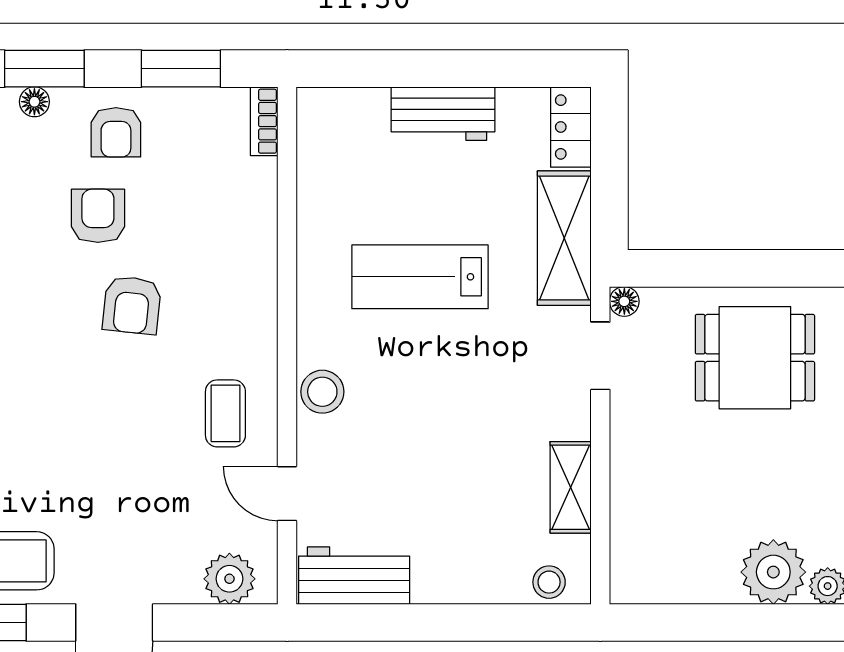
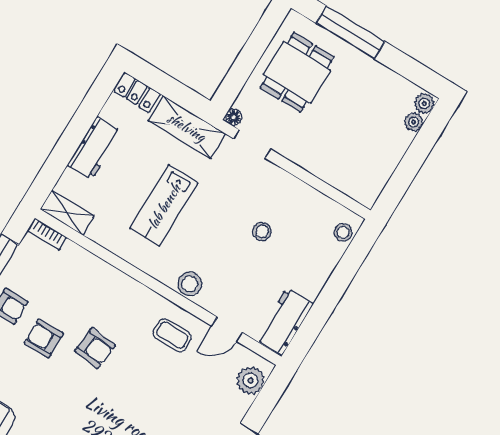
stool: (473, 455) -> (262, 231), added
shelving: (571, 487) -> (67, 213), moved
plant: (773, 572) -> (414, 122), width x0.53, depth x0.53

